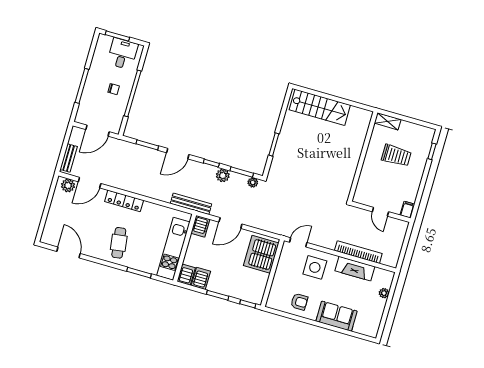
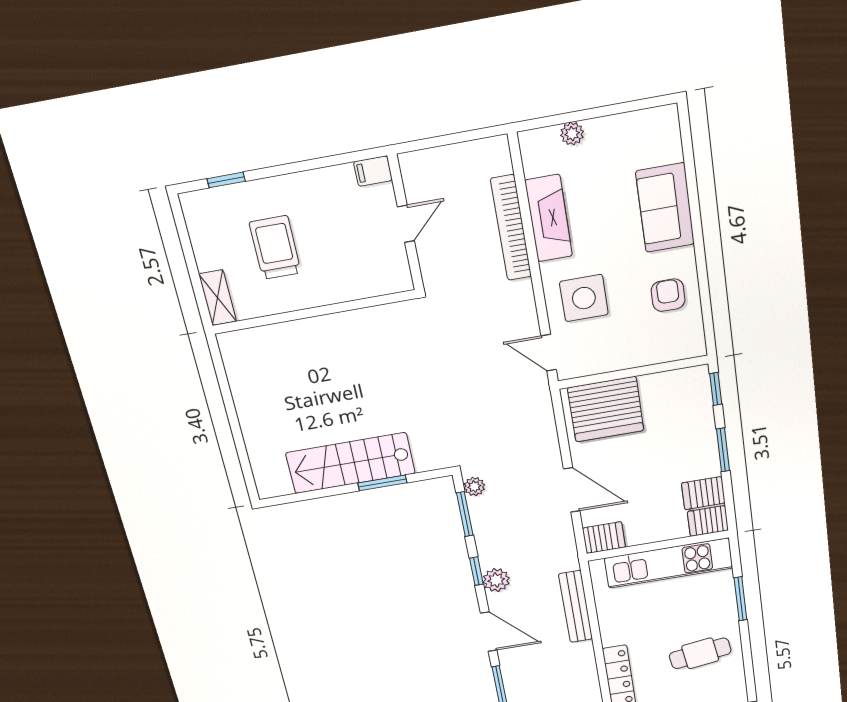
stairs: (320, 107) -> (350, 463), moved, turned -90
plant: (223, 176) -> (496, 580), moved
bench: (191, 204) -> (576, 607), moved

